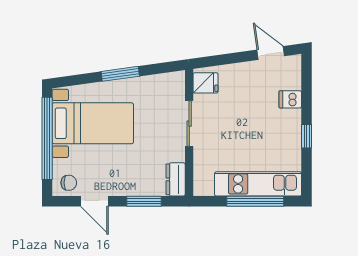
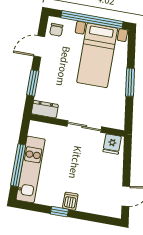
dishwasher: (290, 99) -> (70, 201), moved

